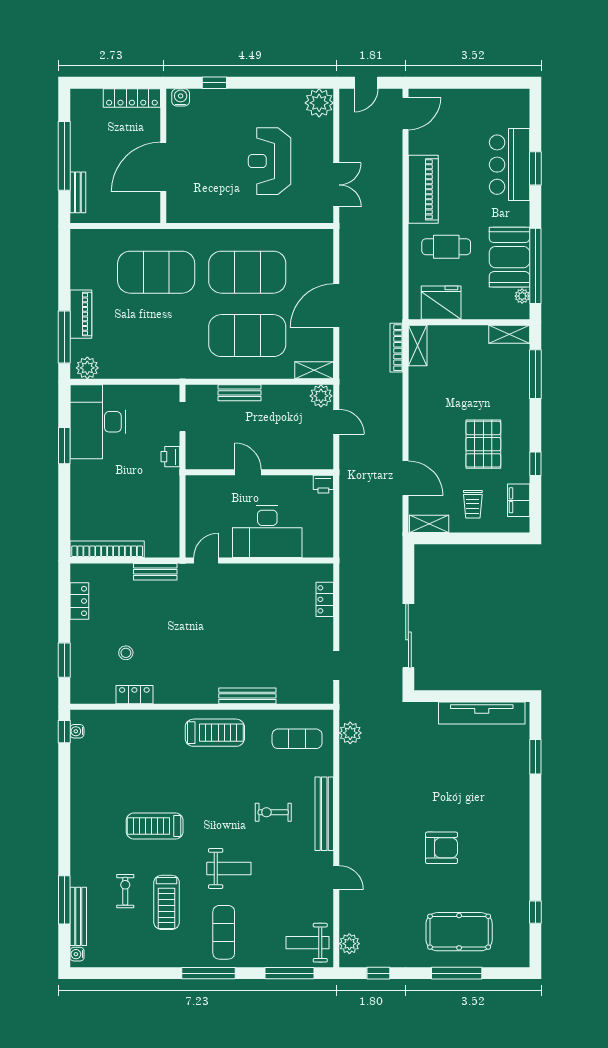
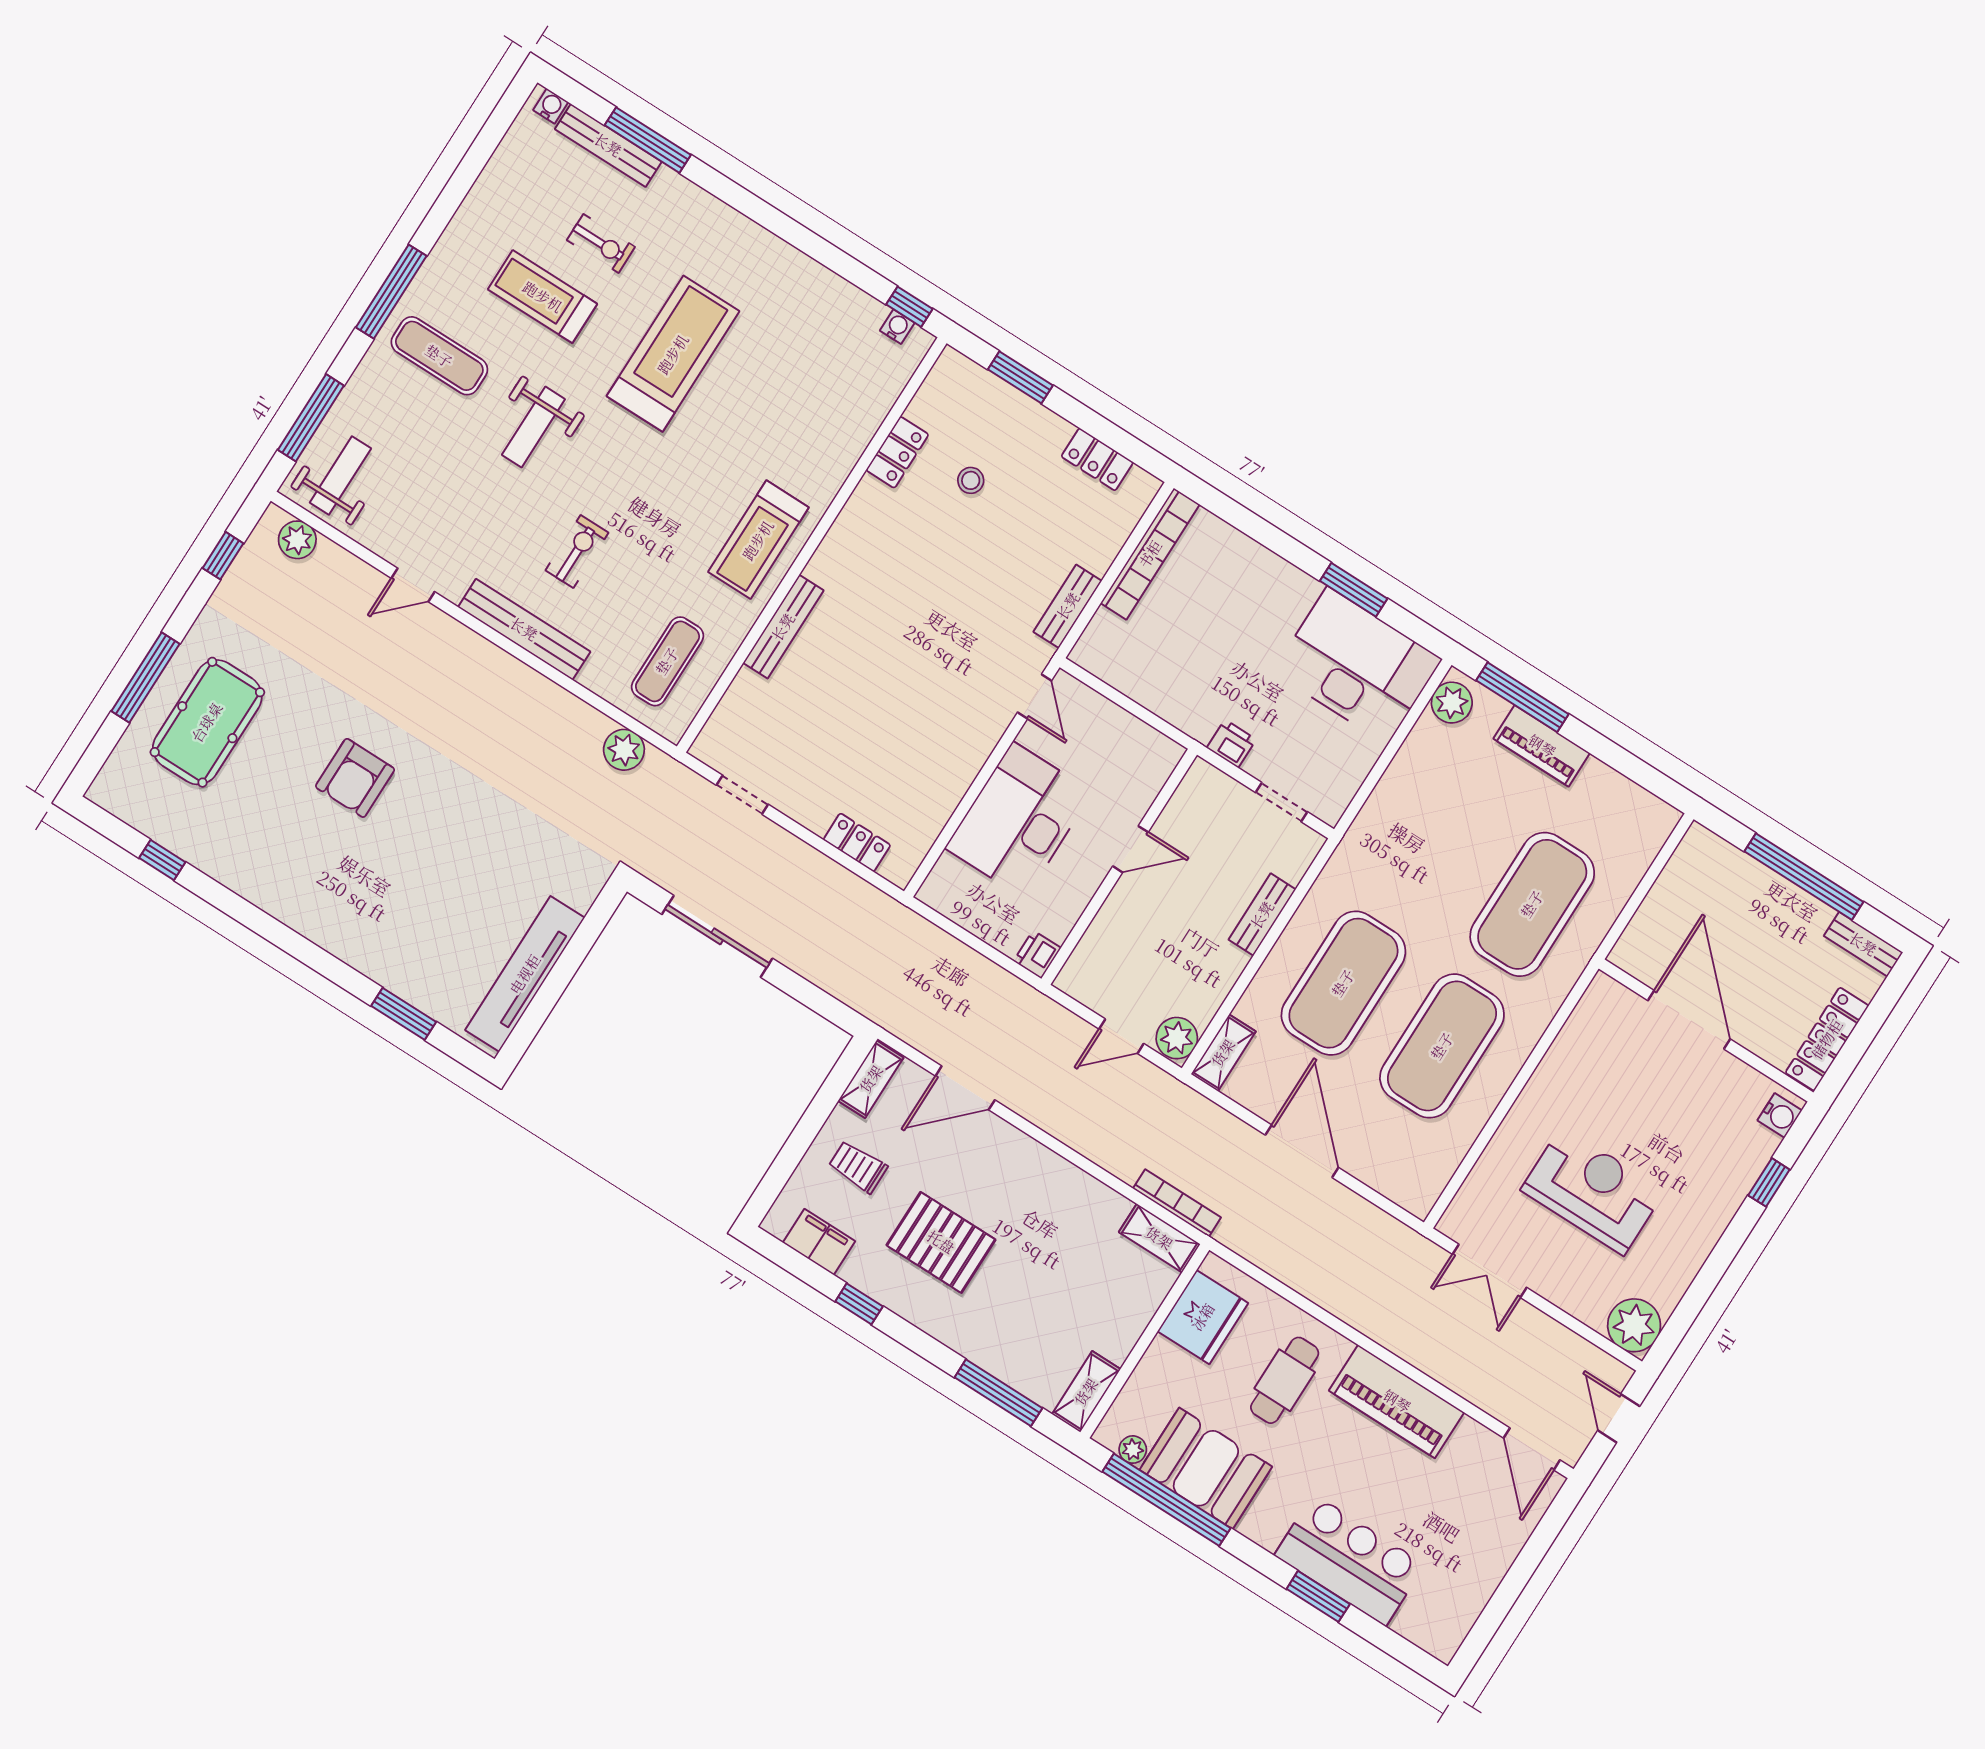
bench: (78, 192) -> (1863, 944), moved
treadmill: (155, 826) -> (673, 354), width x1.37, depth x1.38

